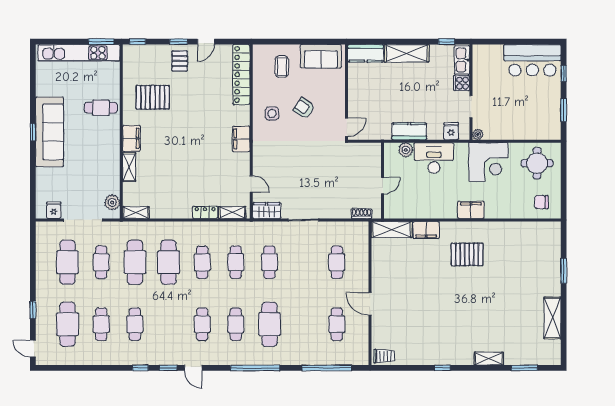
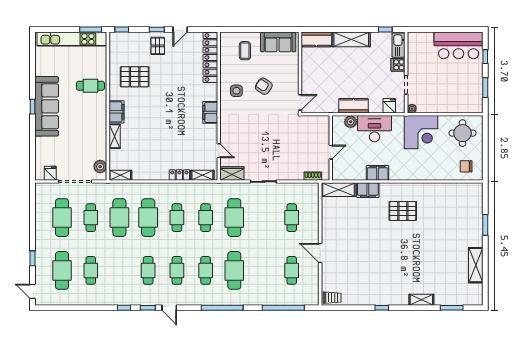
filing cabinet: (471, 210) -> (378, 173), moved
cafe table: (269, 262) -> (234, 218), width x1.37, depth x1.35
cafe table: (135, 324) -> (148, 270), moved

